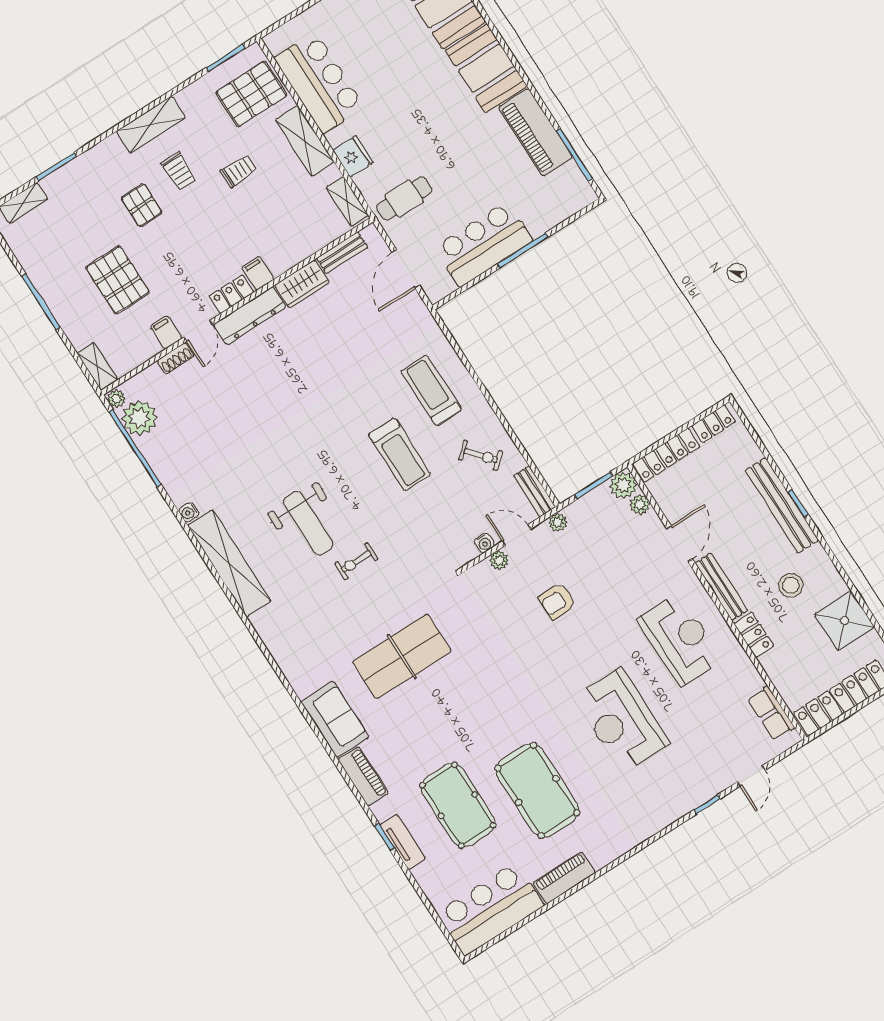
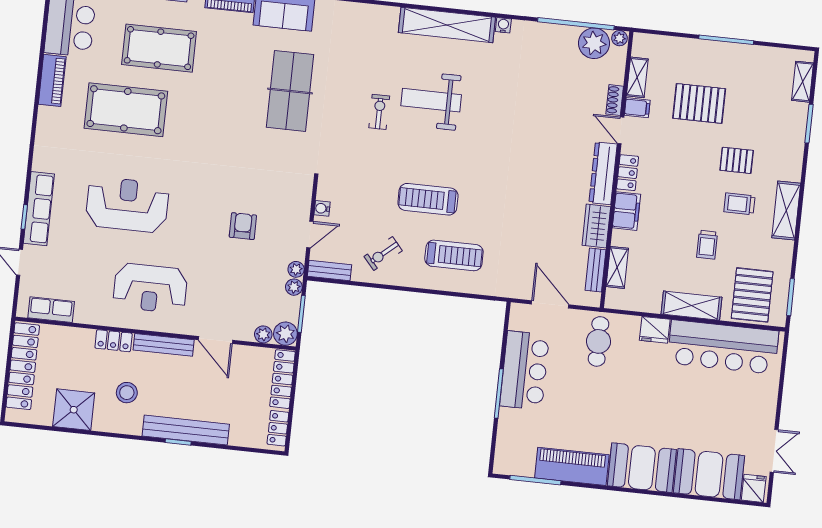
bar counter: (319, 83) -> (723, 347), width x1.36
shelving: (347, 201) -> (617, 267), moved, turned 90
filing cabinet: (258, 273) -> (626, 211), width x2.00
shelving: (97, 366) -> (637, 77), moved, turned 90
plant: (499, 560) -> (294, 287), moved
row of seats: (689, 797) -> (39, 209), added

